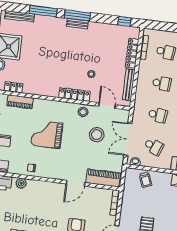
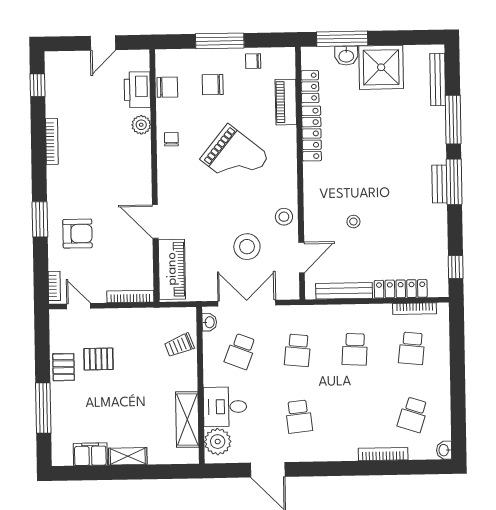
locker: (74, 95) -> (312, 133), moved
grand piano: (47, 134) -> (235, 158), turned 129

